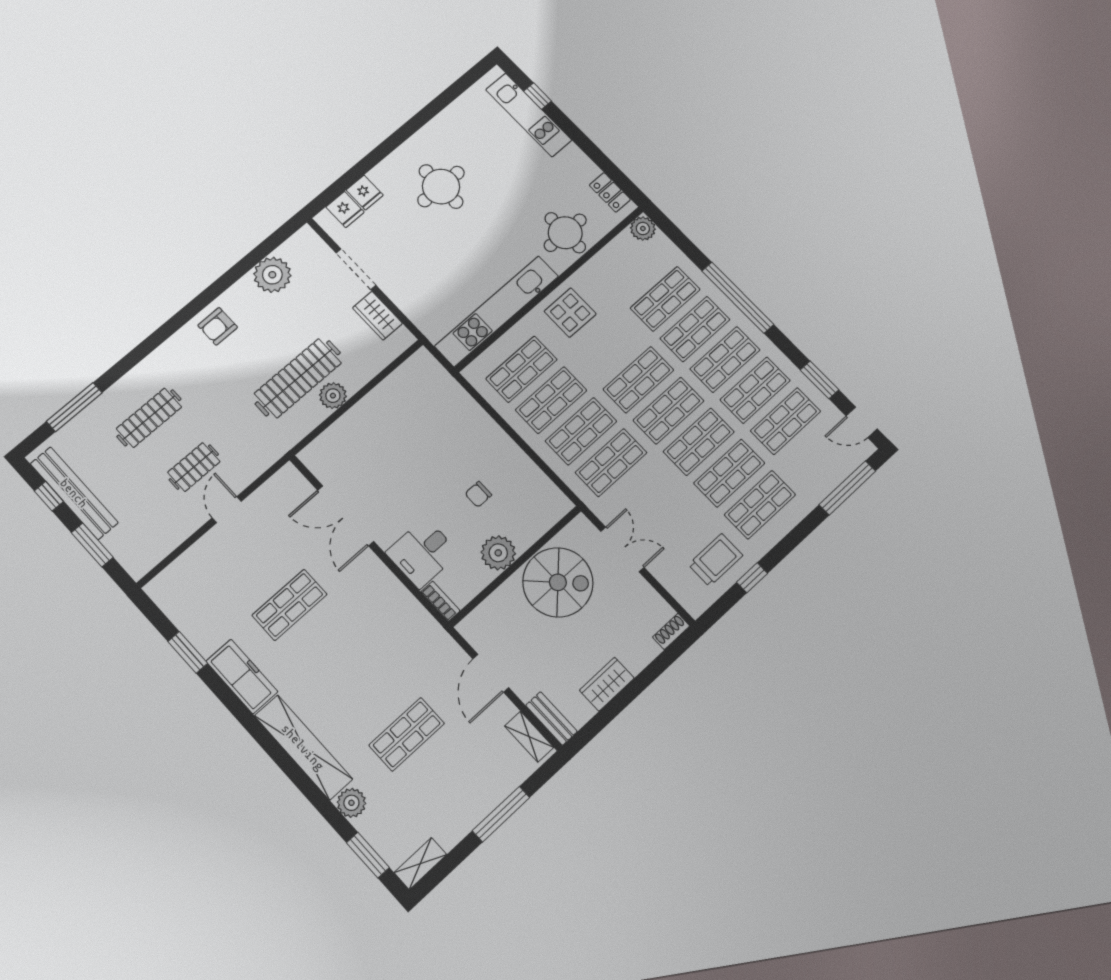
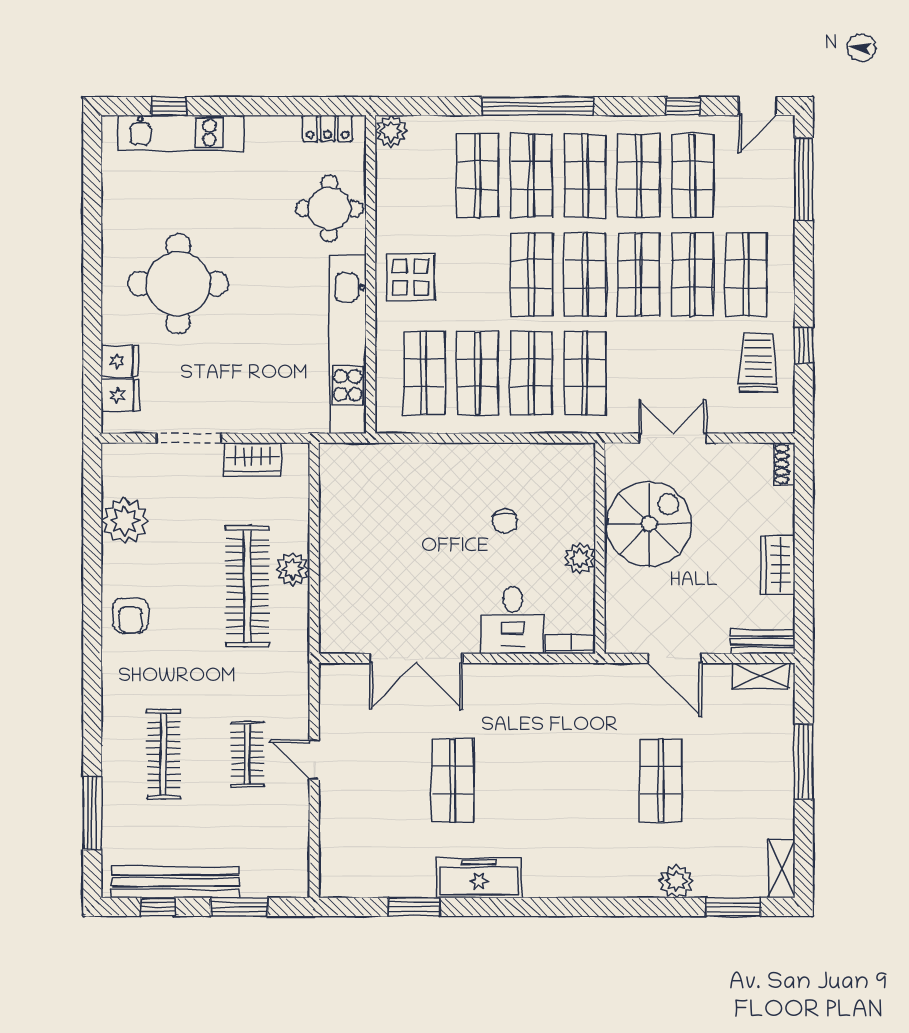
round table: (441, 187) -> (178, 284), width x1.36, depth x1.36
window: (819, 380) -> (683, 106), width x0.67
plant: (498, 553) -> (580, 558), width x0.73, depth x0.73
shelving: (303, 747) -> (590, 880), removed

